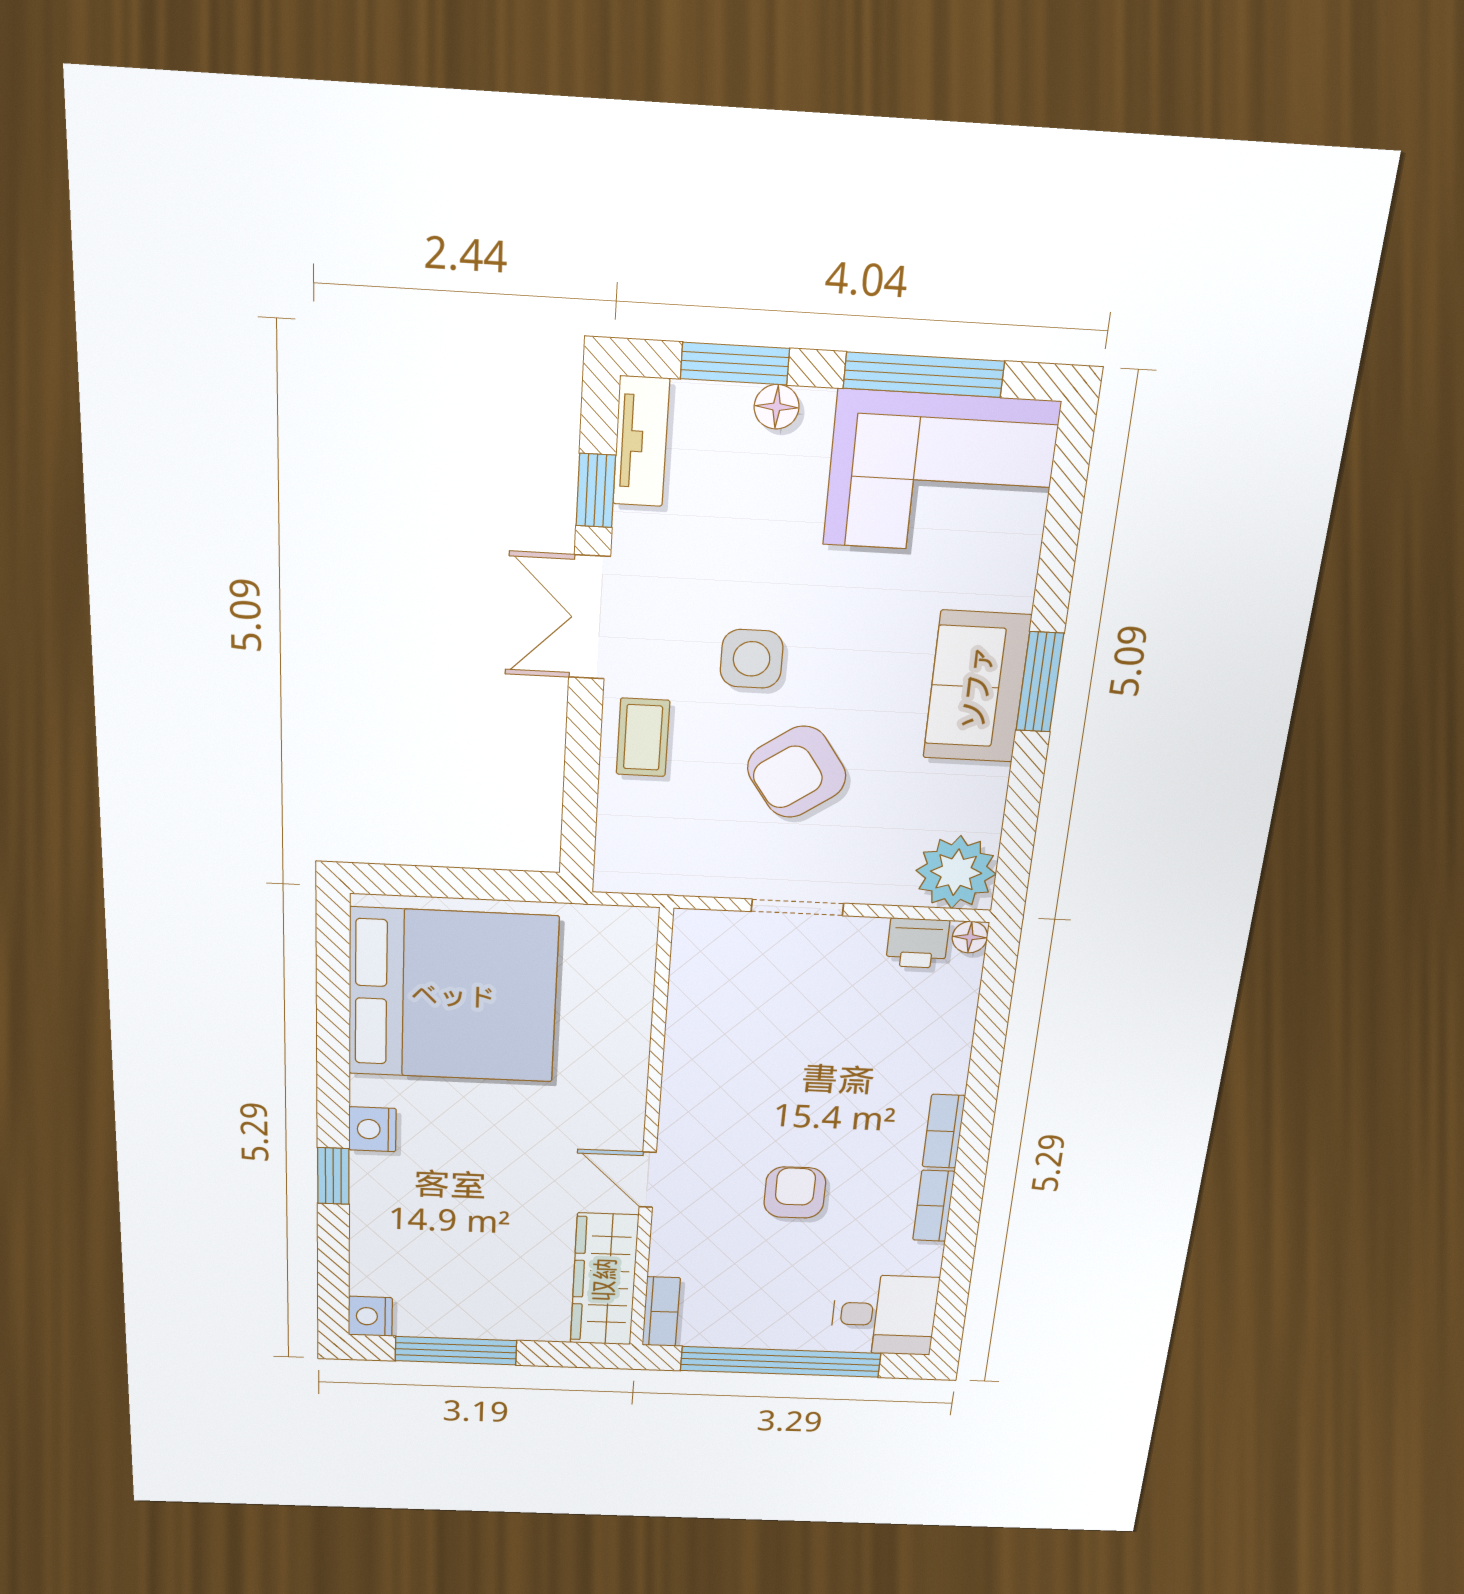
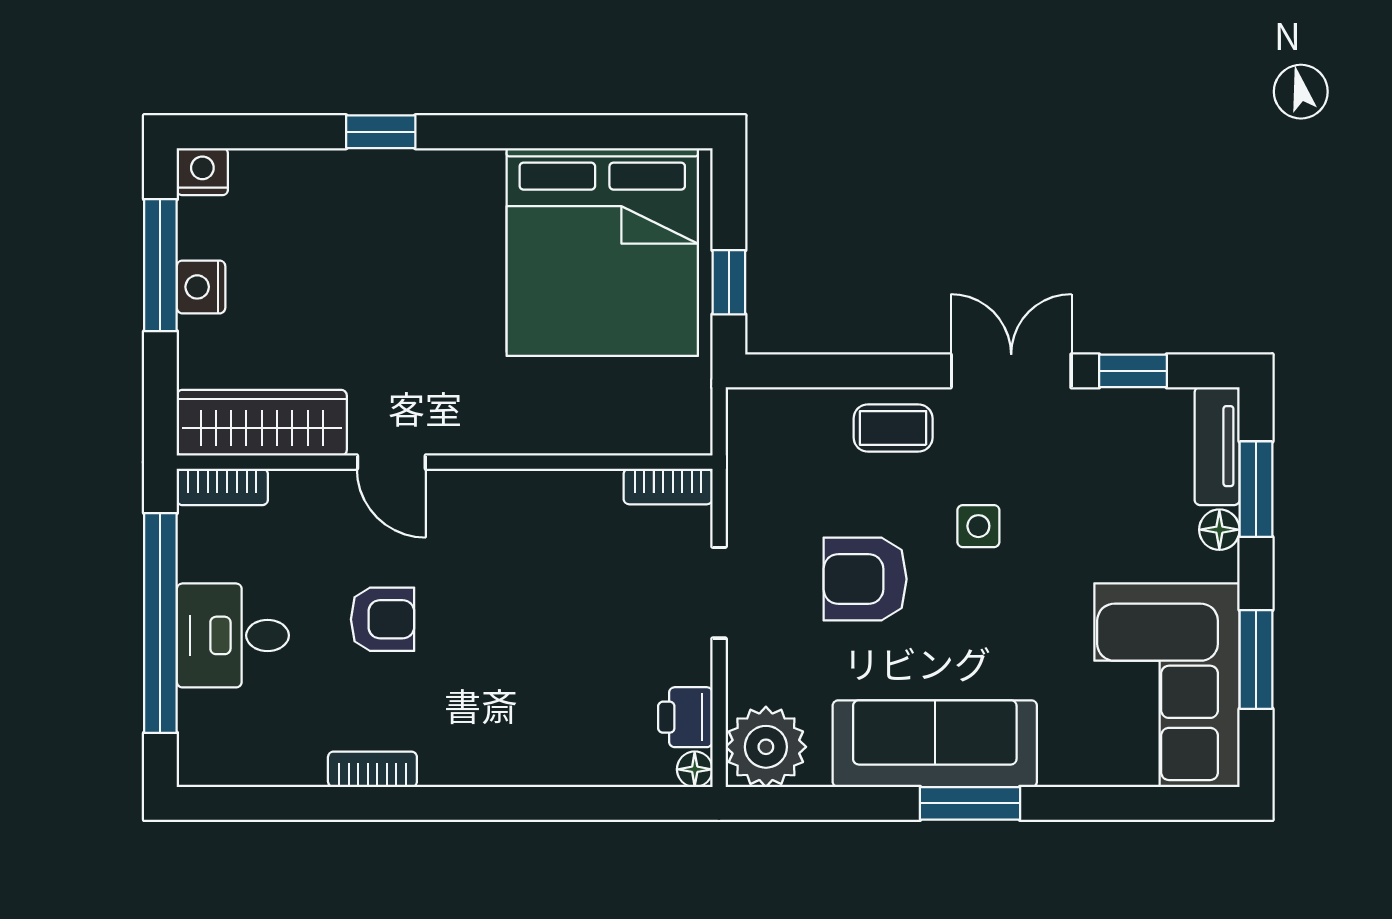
window: (924, 375) -> (1256, 659), width x0.69
tv unit: (641, 442) -> (1217, 446), moved, turned 90
side table: (752, 659) -> (978, 526), width x0.73, depth x0.73
sofa: (977, 687) -> (935, 744), width x1.36
armchair: (797, 772) -> (865, 579), turned -55
window: (486, 884) -> (729, 282), added
nightstand: (372, 1129) -> (201, 287), moved, turned -90
bookcase: (944, 1131) -> (668, 486), moved, turned 180
door: (648, 1180) -> (391, 462), swing flipped
desk: (884, 1315) -> (233, 635), moved, turned 90

